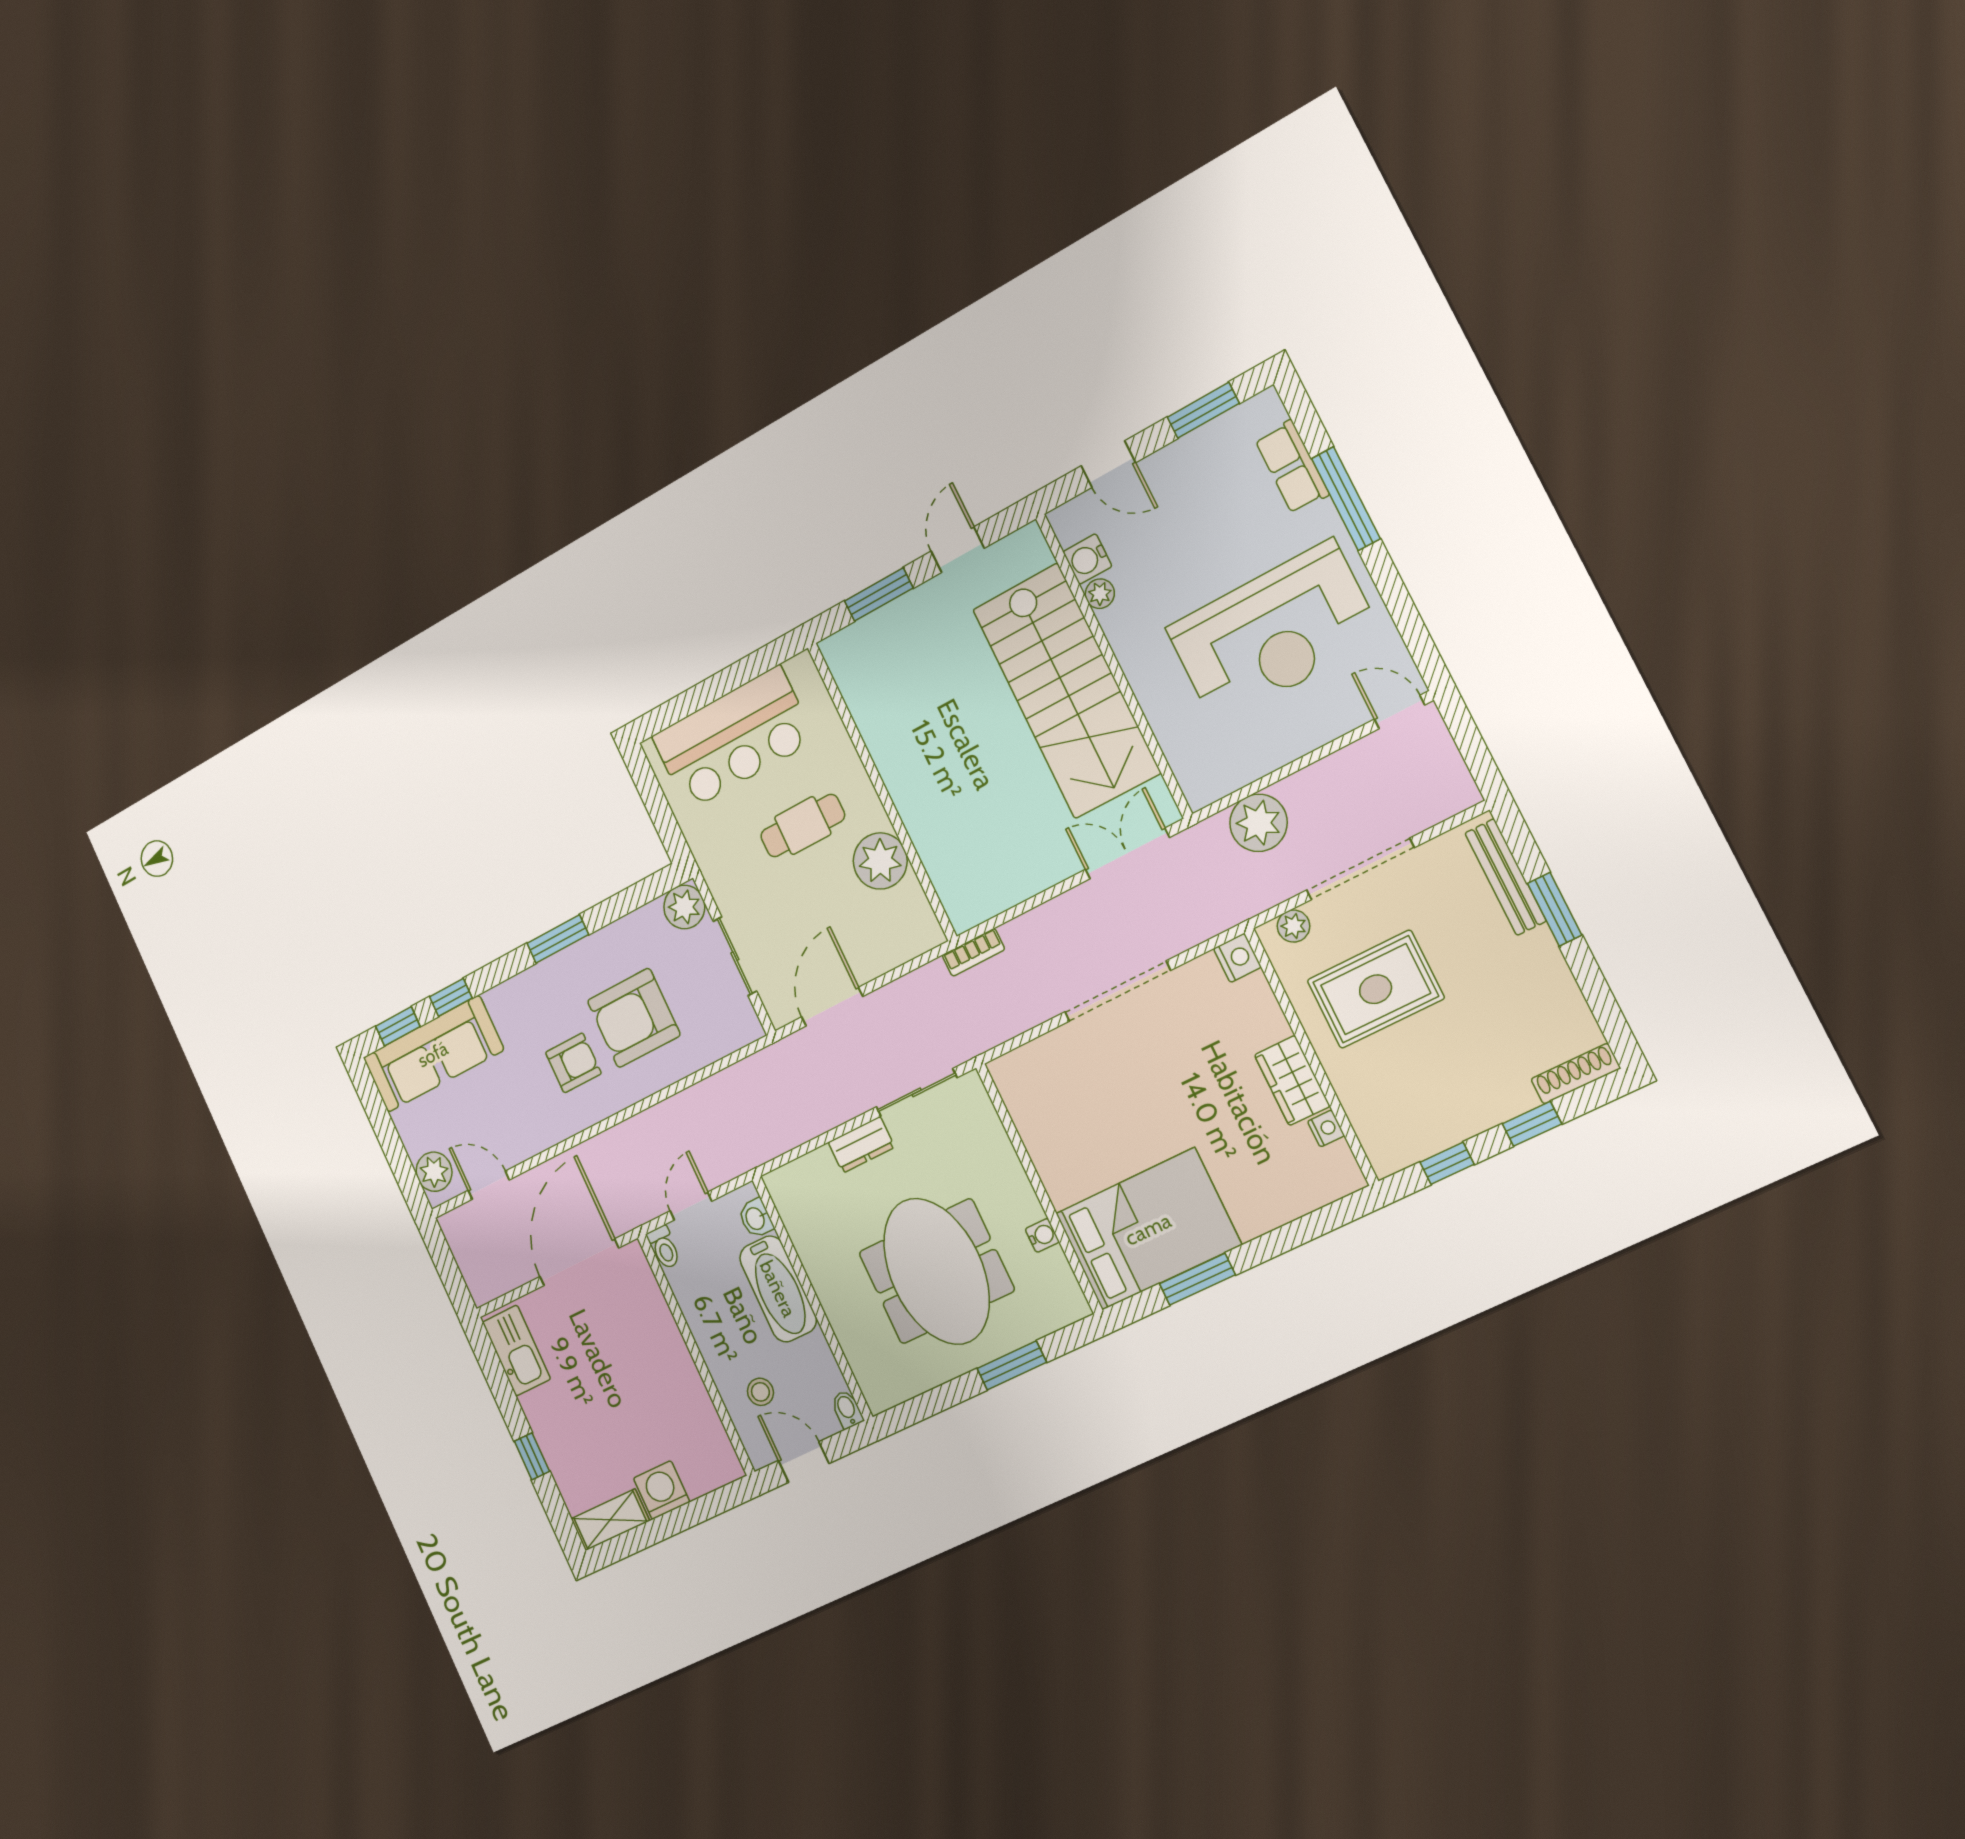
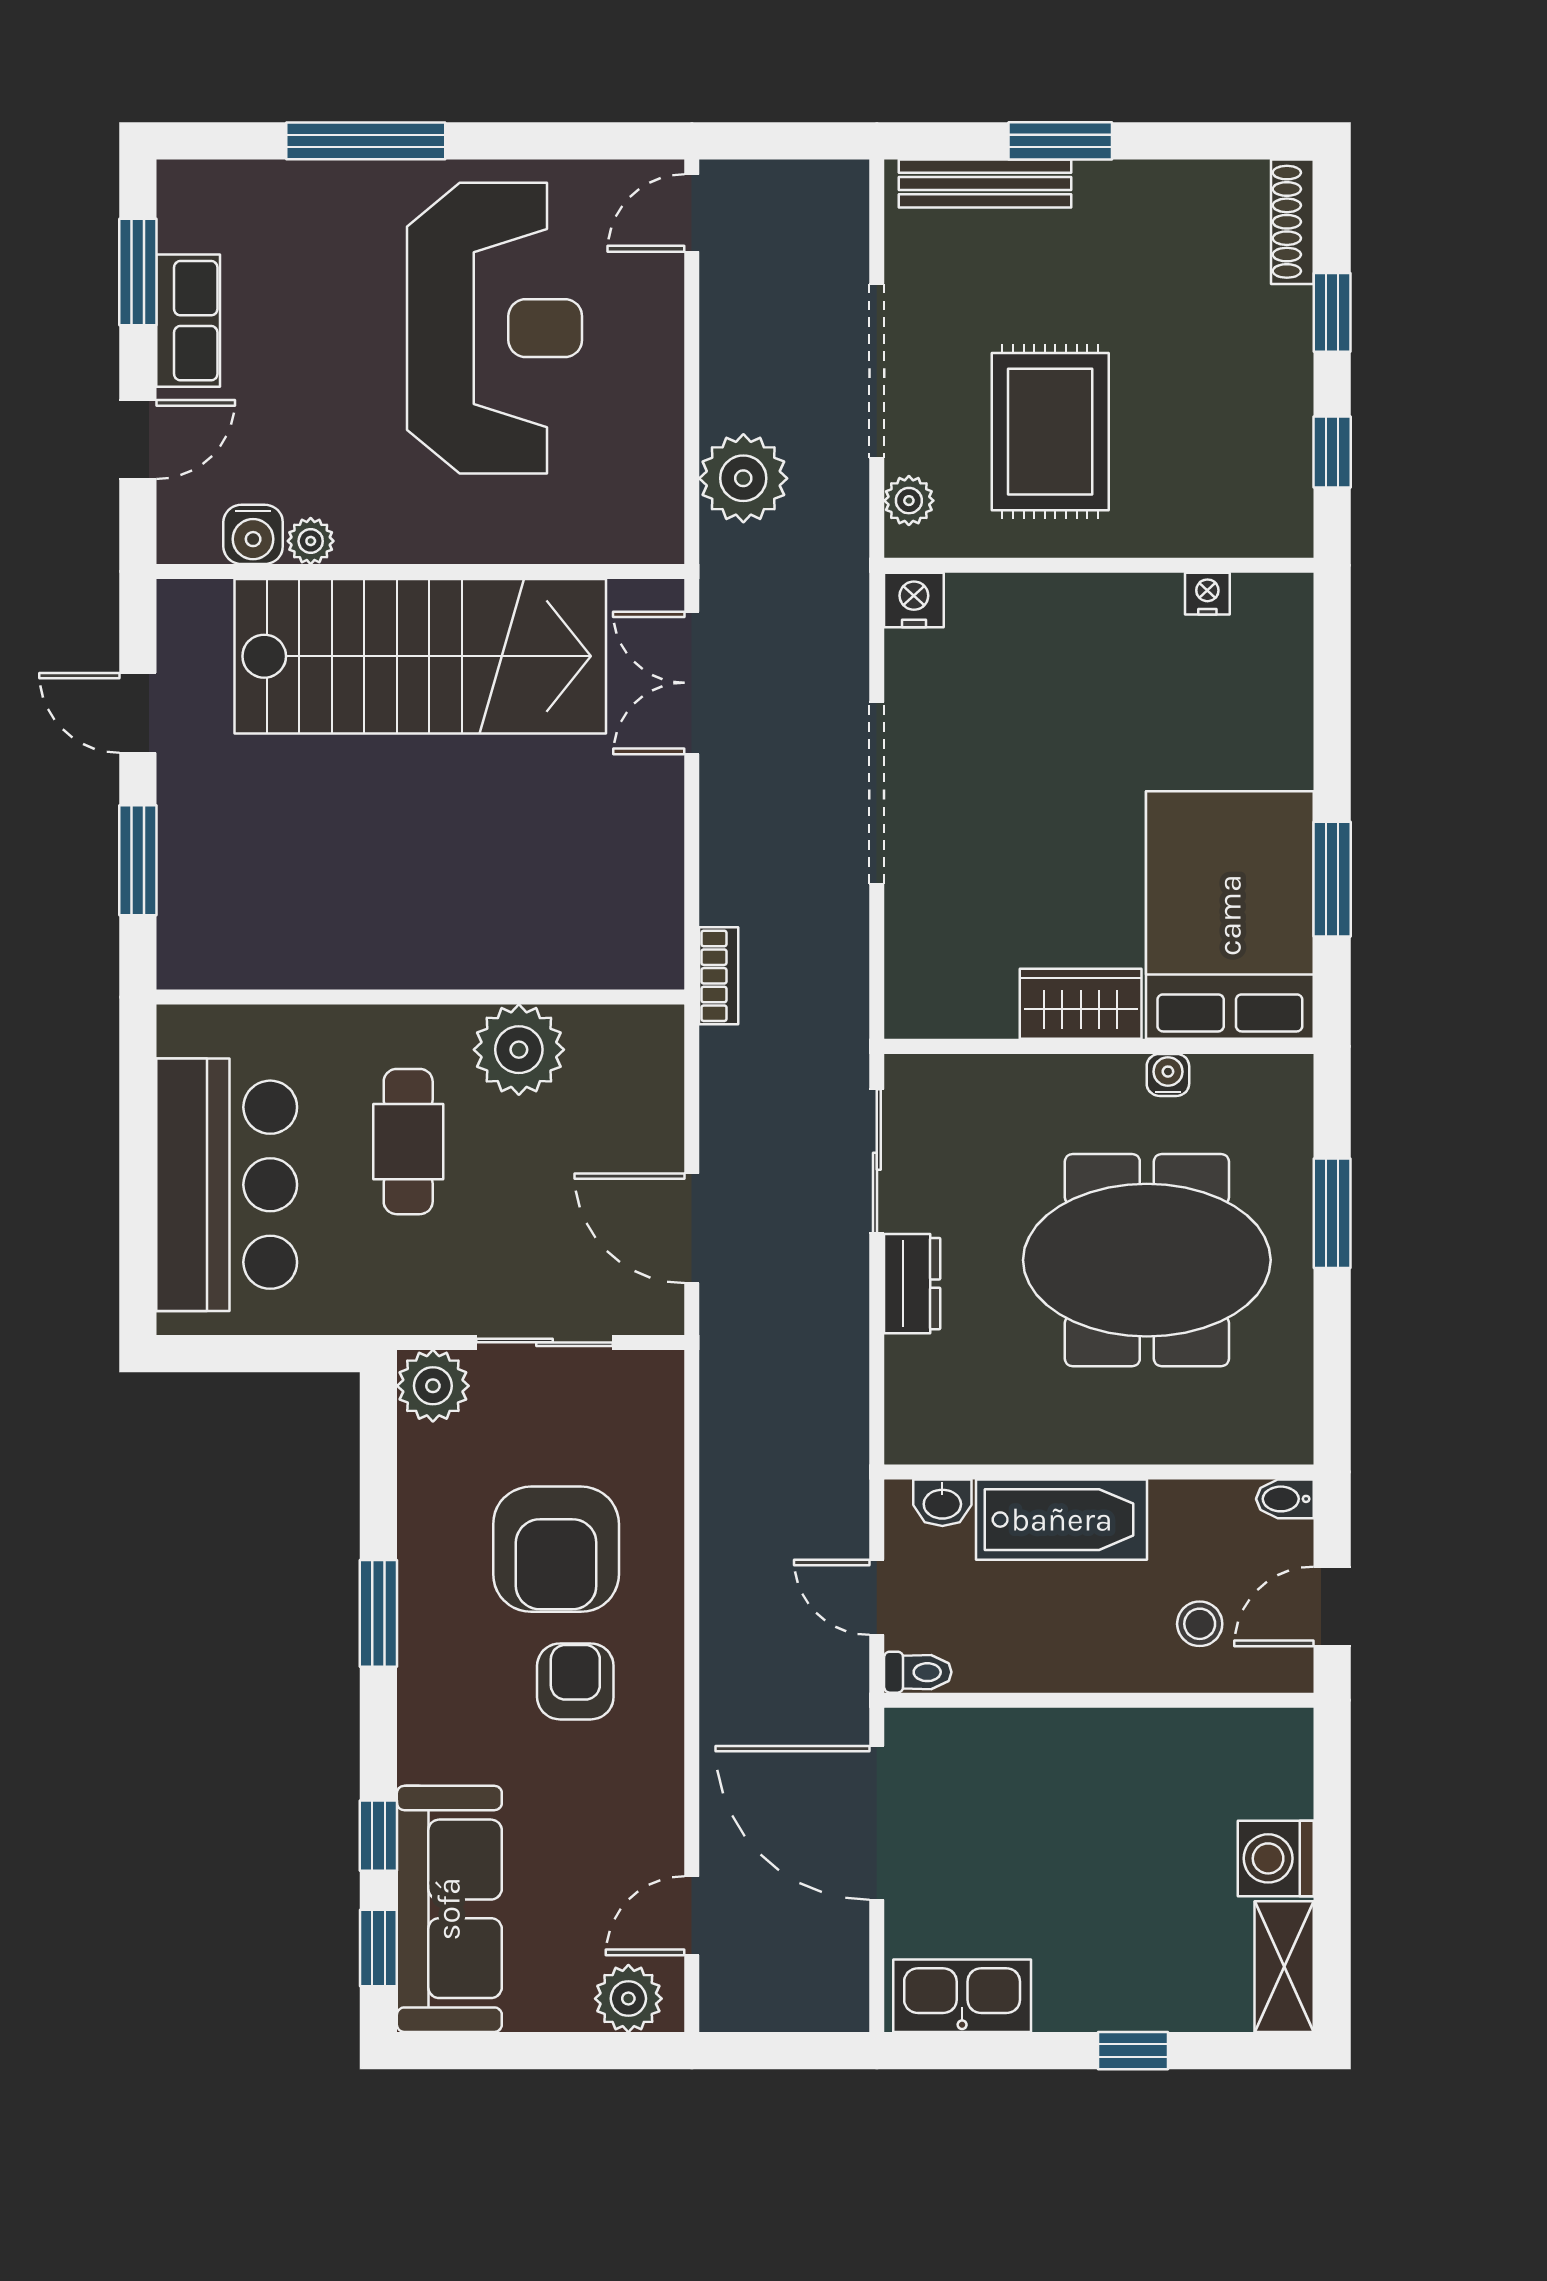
row of seats: (1292, 467) -> (188, 321), moved, turned -90
wardrobe: (1292, 1080) -> (1081, 1004), moved, turned 180

